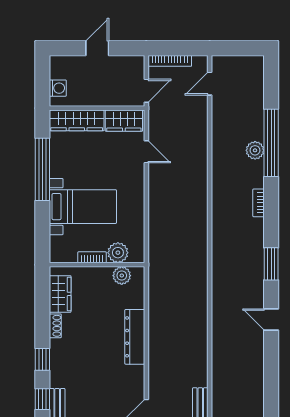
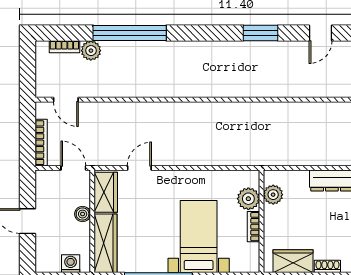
boiler: (104, 99) -> (83, 214), added
plant: (255, 150) -> (91, 51), moved
bookcase: (259, 203) -> (64, 47), moved

